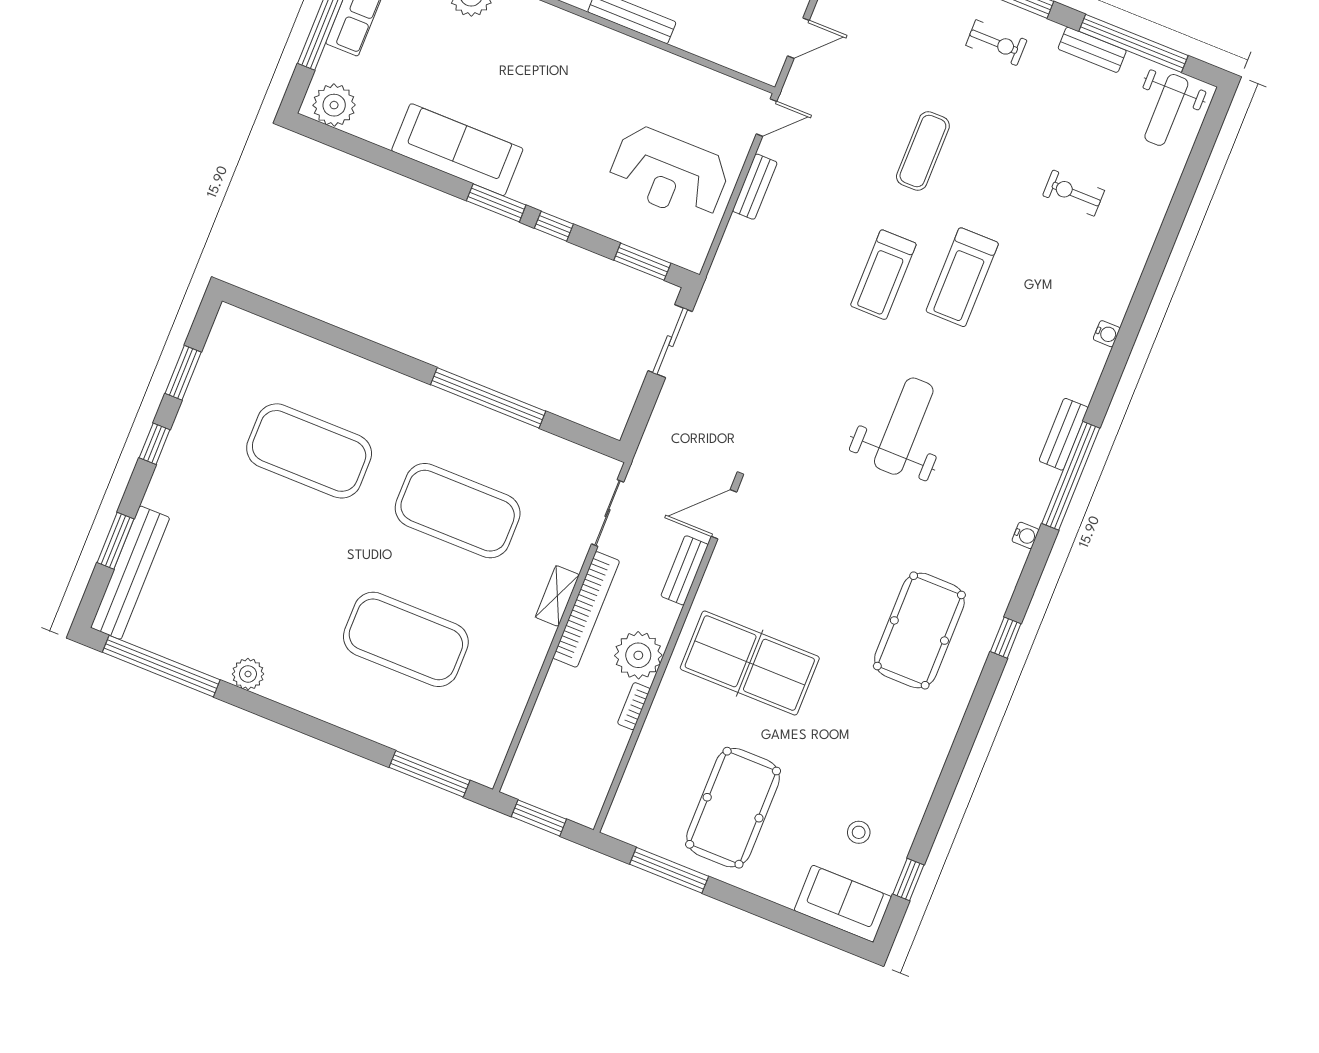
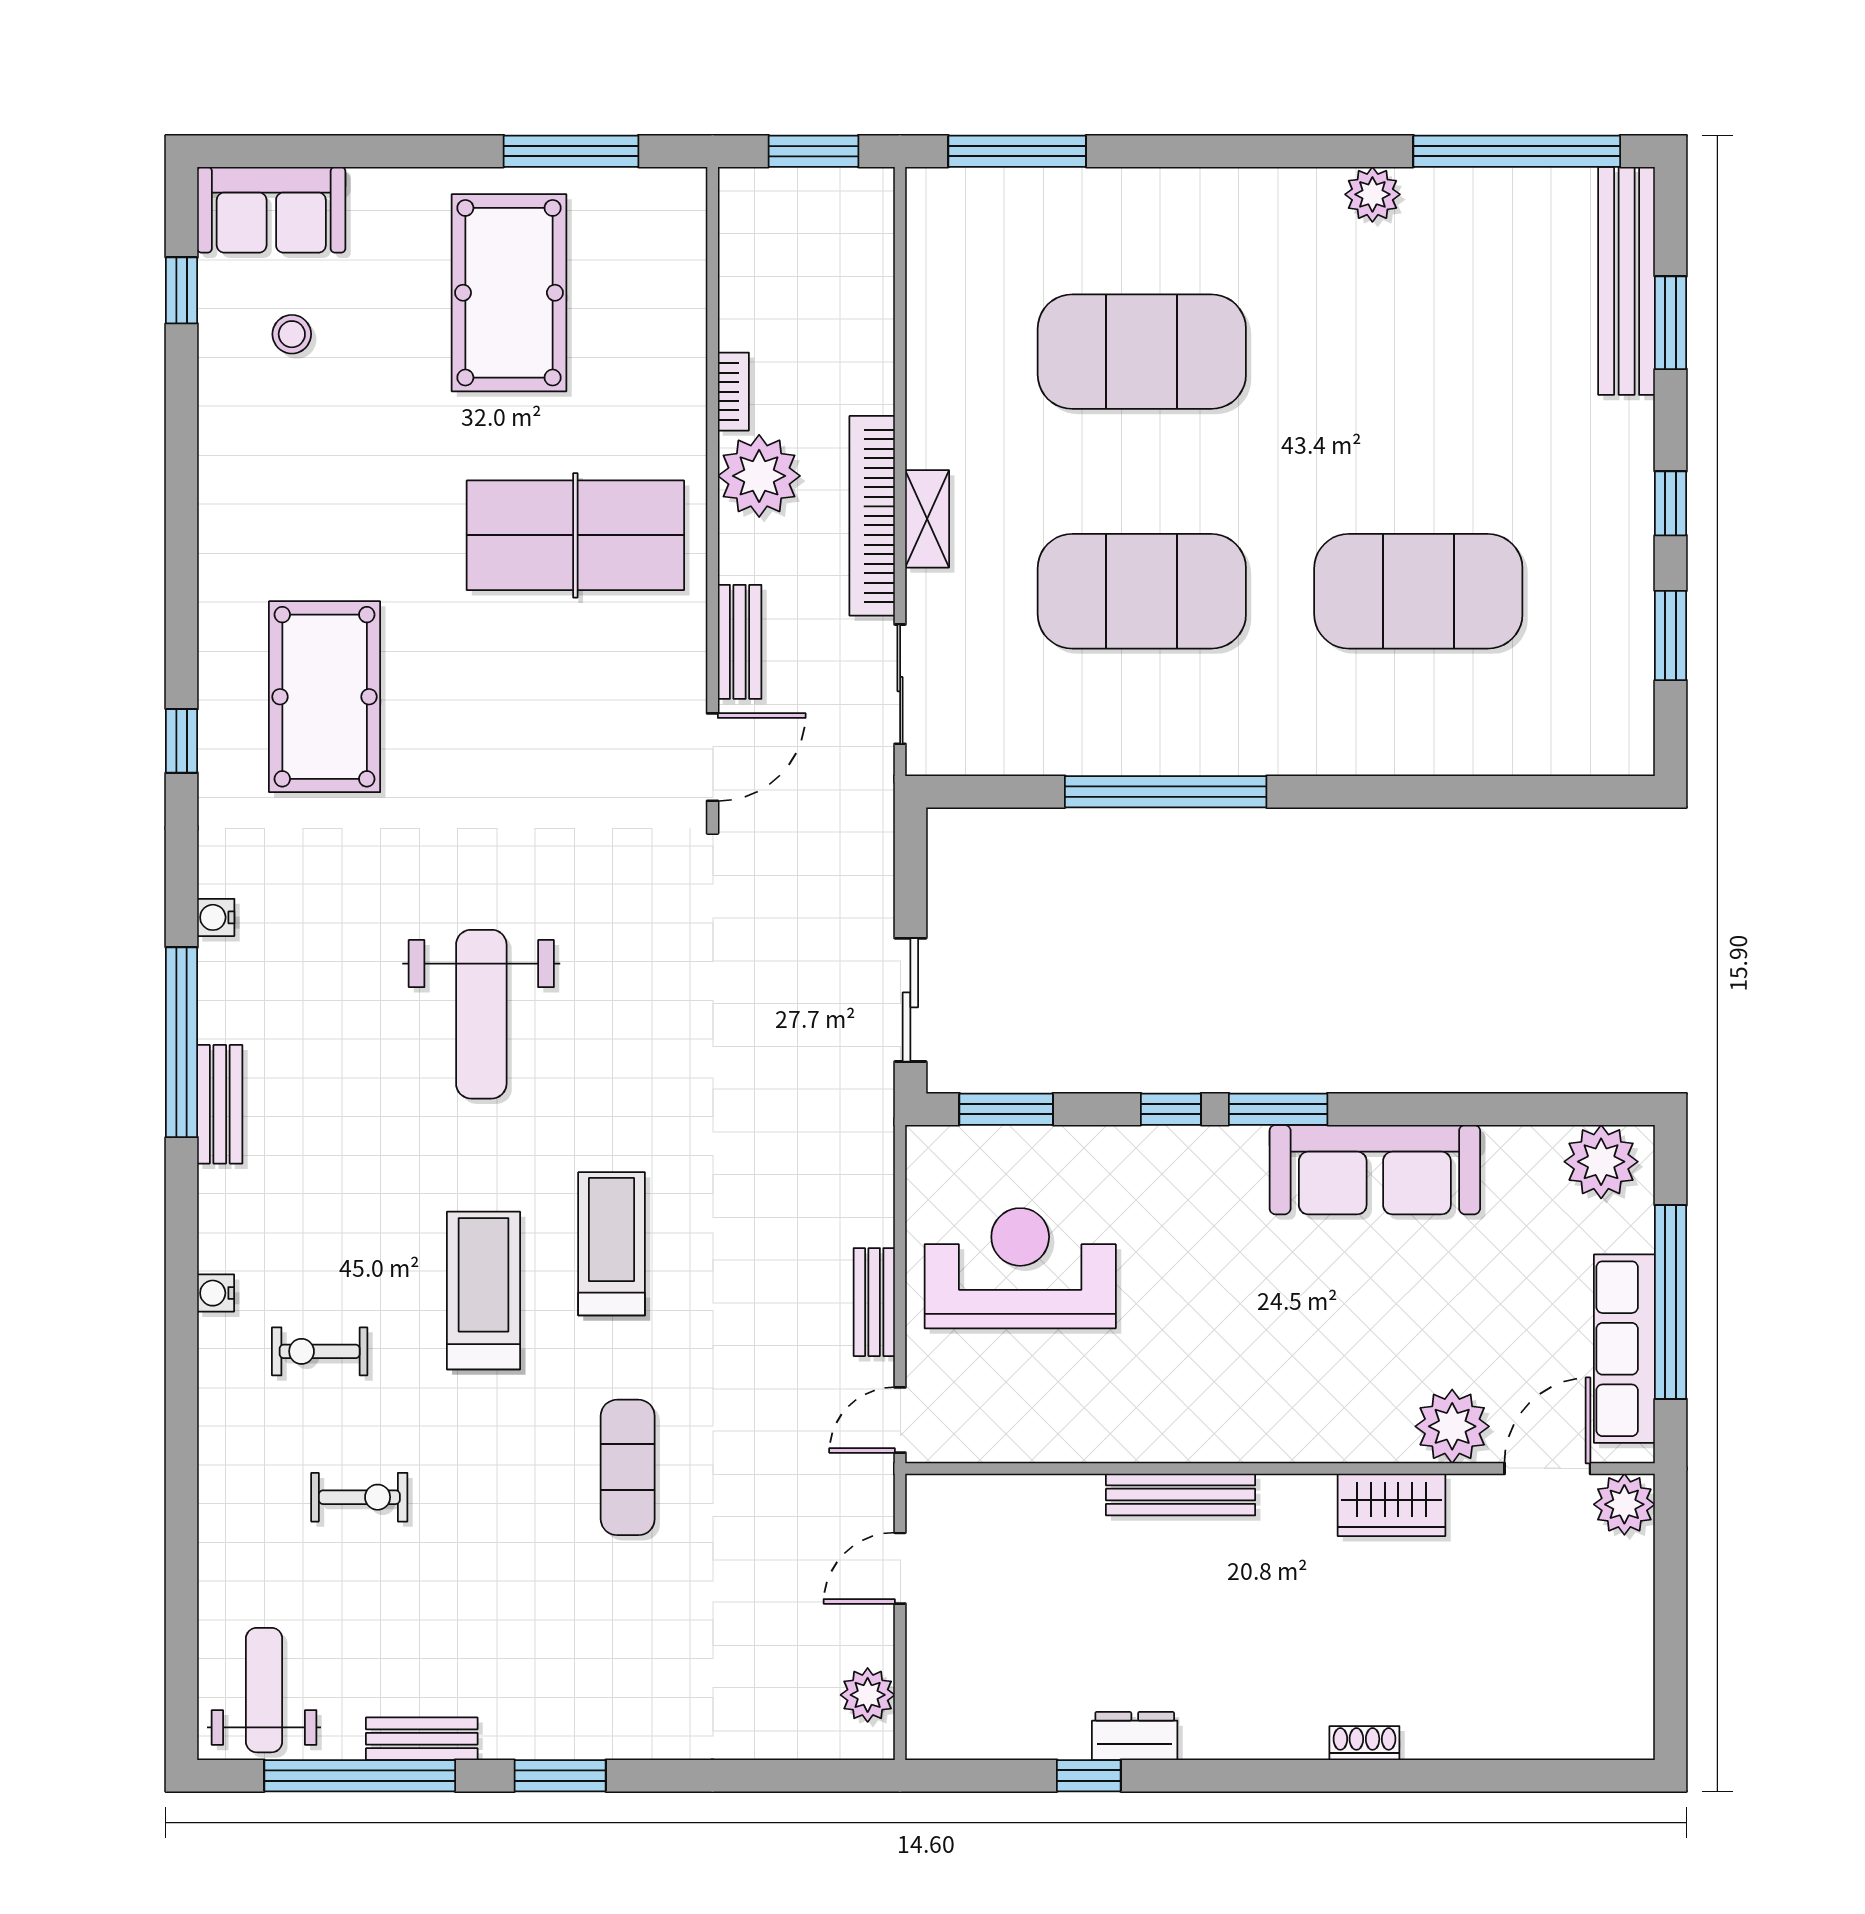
exercise bike: (996, 43) -> (320, 1351), moved

